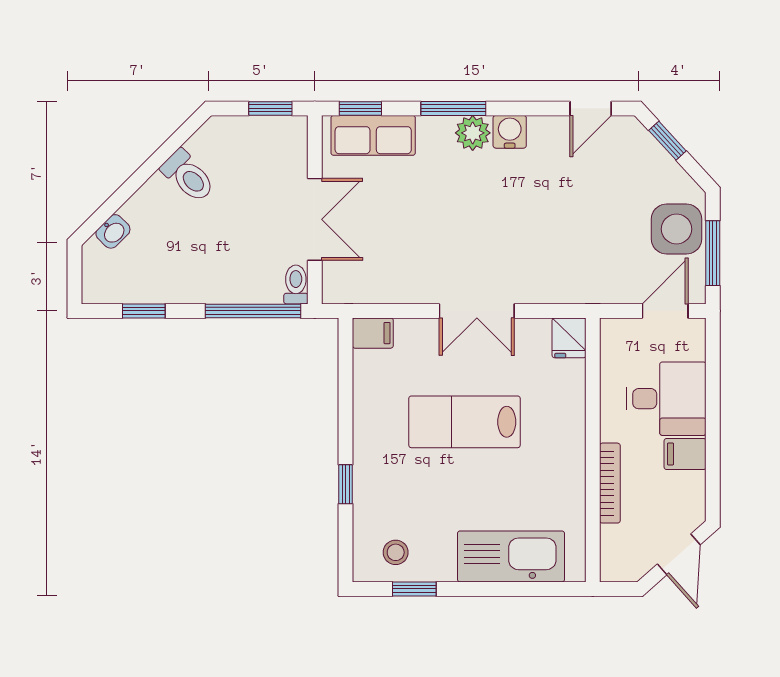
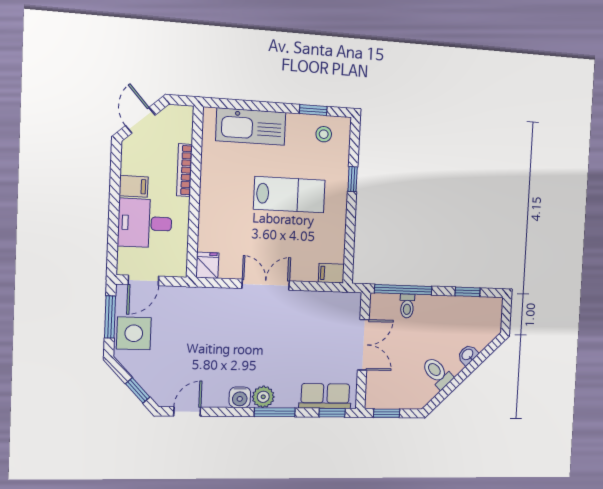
double door: (315, 219) -> (363, 345), swing flipped
washbasin: (113, 231) -> (468, 355), moved
toilet: (296, 285) -> (407, 306), moved
lab bench: (464, 422) -> (289, 195), moved

